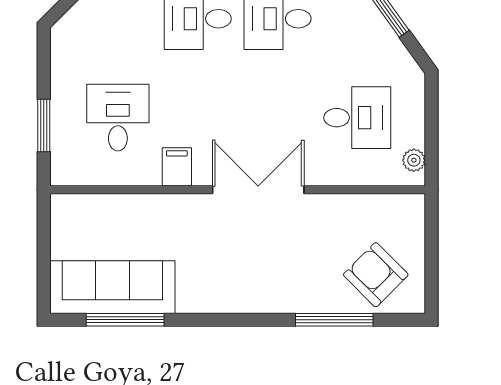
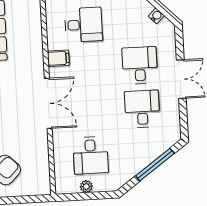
plant: (414, 160) -> (86, 187), moved

